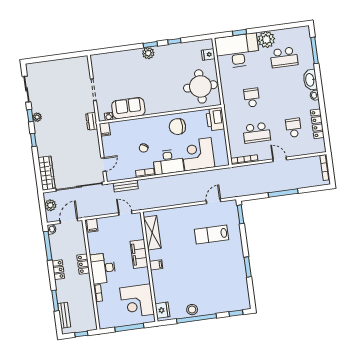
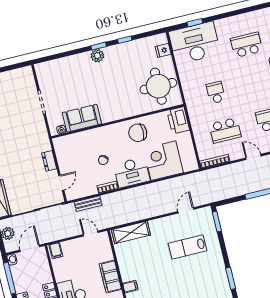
plant: (266, 40) -> (225, 27), removed
school desk: (284, 57) -> (246, 45), turned 180
dresser: (92, 121) -> (49, 161), moved
filing cabinet: (105, 129) -> (59, 144), removed
shelving: (152, 233) -> (131, 232), moved, turned 90

